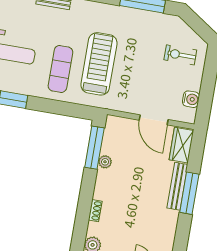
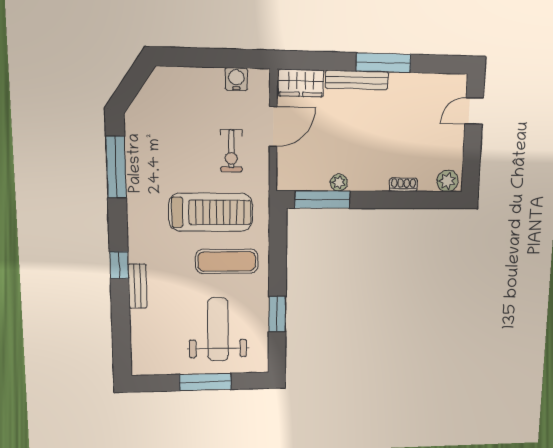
exercise bike: (180, 55) -> (231, 151), moved
treadmill: (99, 64) -> (211, 212), turned 180
window: (189, 193) -> (383, 63), moved

